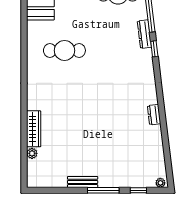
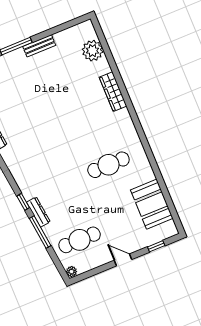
wardrobe: (34, 129) -> (113, 92), moved
plant: (32, 153) -> (93, 51), width x1.88, depth x1.88

